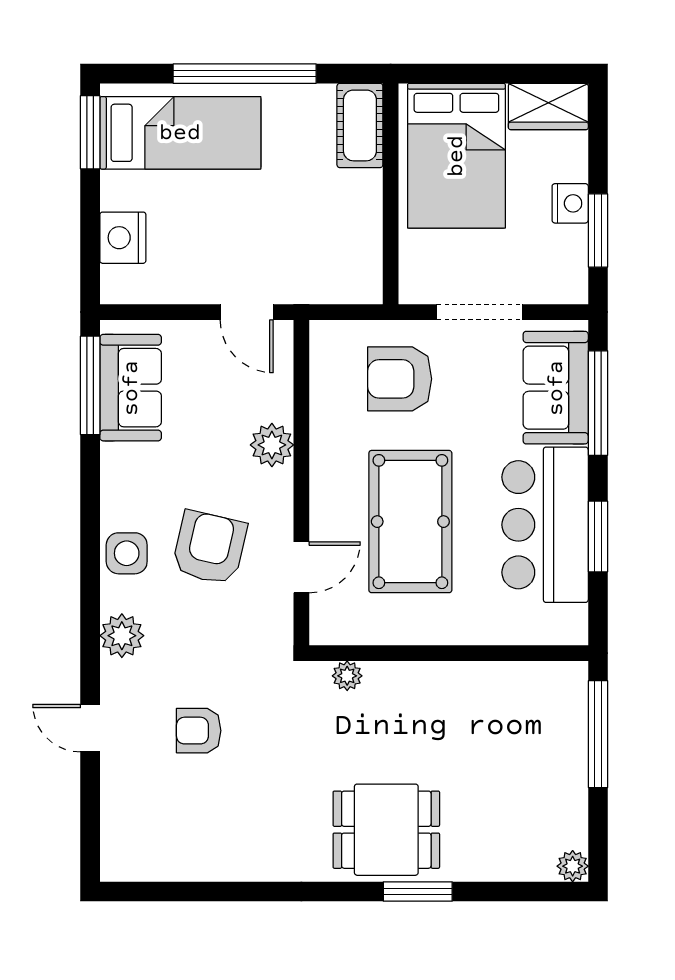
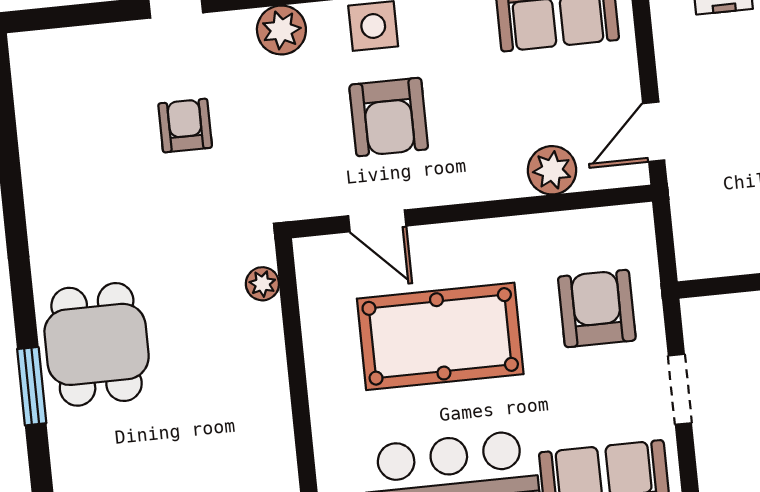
doorway: (480, 312) -> (680, 389), width x0.73
plant: (272, 445) -> (552, 170), moved
armchair: (209, 548) -> (389, 117), turned 77

